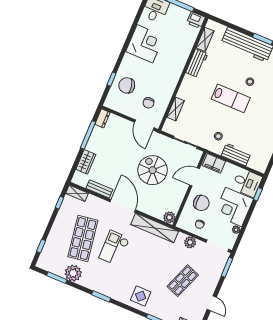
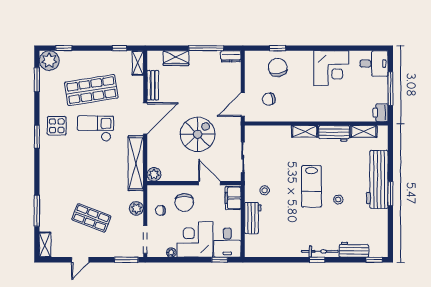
shelving: (176, 109) -> (305, 131), moved
plant: (73, 273) -> (49, 61), moved
display table: (141, 296) -> (57, 126), moved

